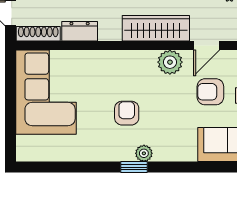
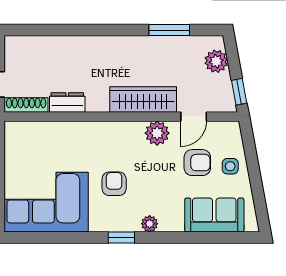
corner sofa: (46, 92) -> (46, 202), moved, turned -90
armchair: (210, 92) -> (197, 163), turned 180
plant: (144, 153) -> (150, 224), moved

